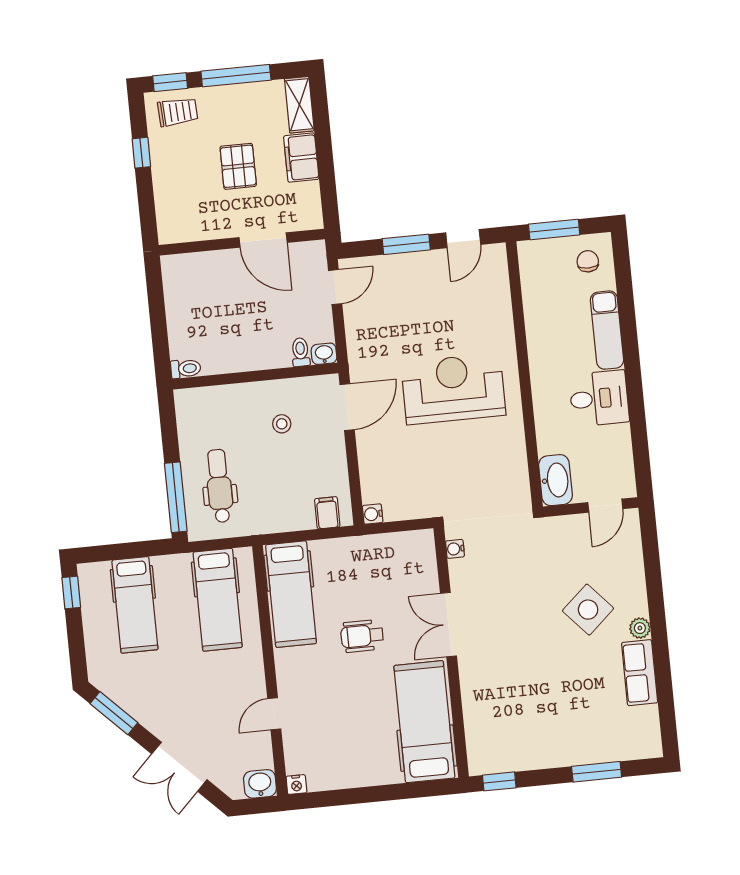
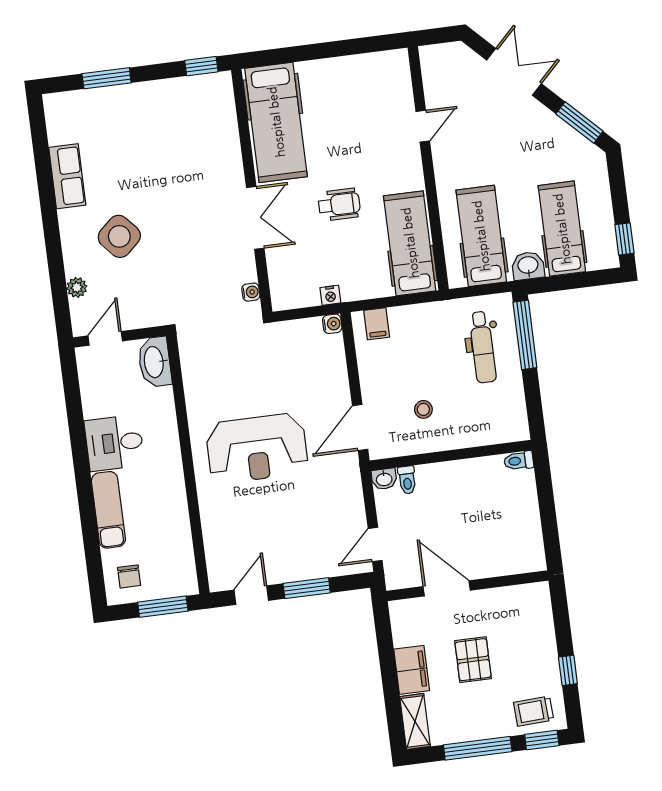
plant: (640, 628) -> (77, 287), moved
washbasin: (260, 784) -> (528, 266), moved, turned 180
nightstand: (296, 785) -> (330, 295), moved, turned 180

